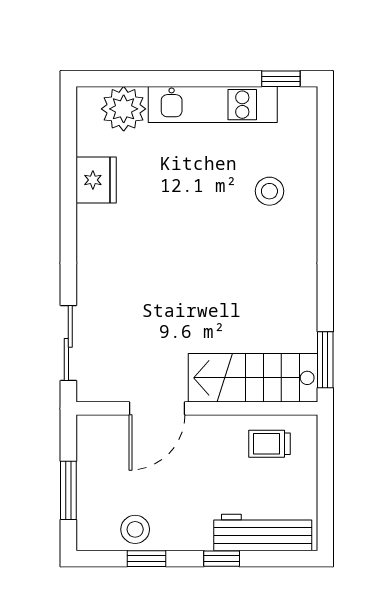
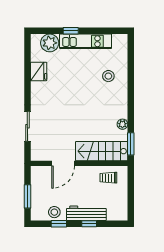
window: (281, 79) -> (71, 31), moved
plant: (304, 311) -> (122, 124), added
sliding door: (68, 343) -> (27, 126), moved
workbench: (263, 532) -> (86, 213), moved

